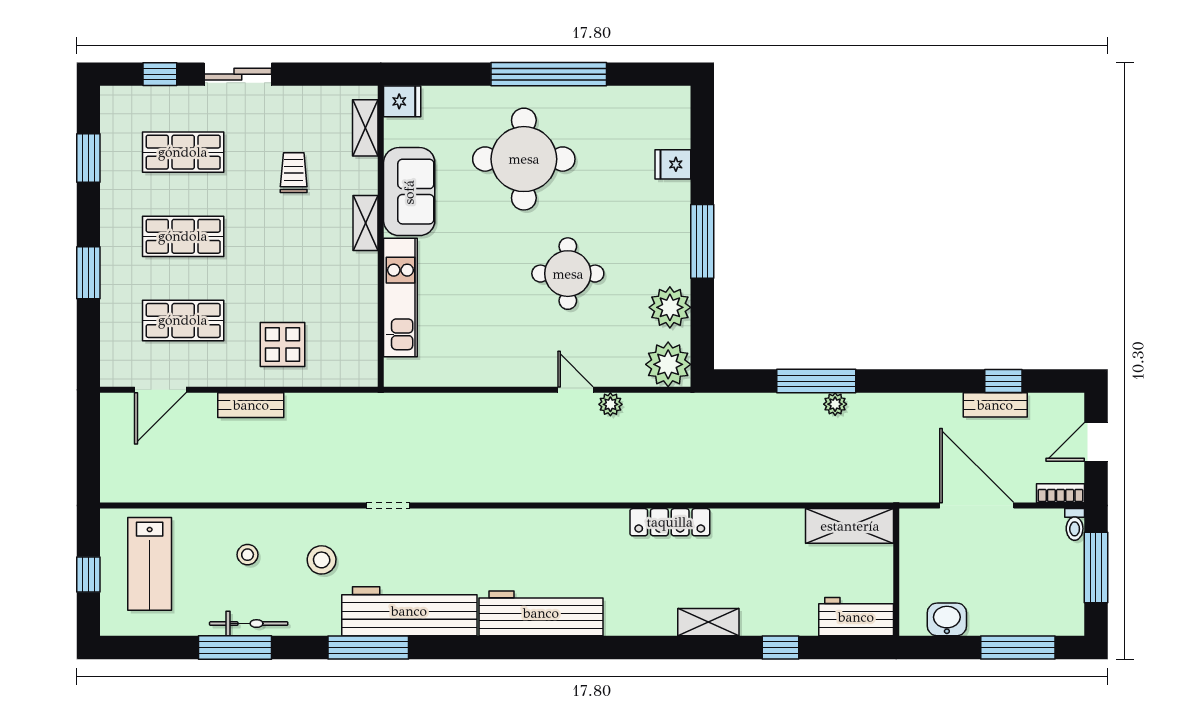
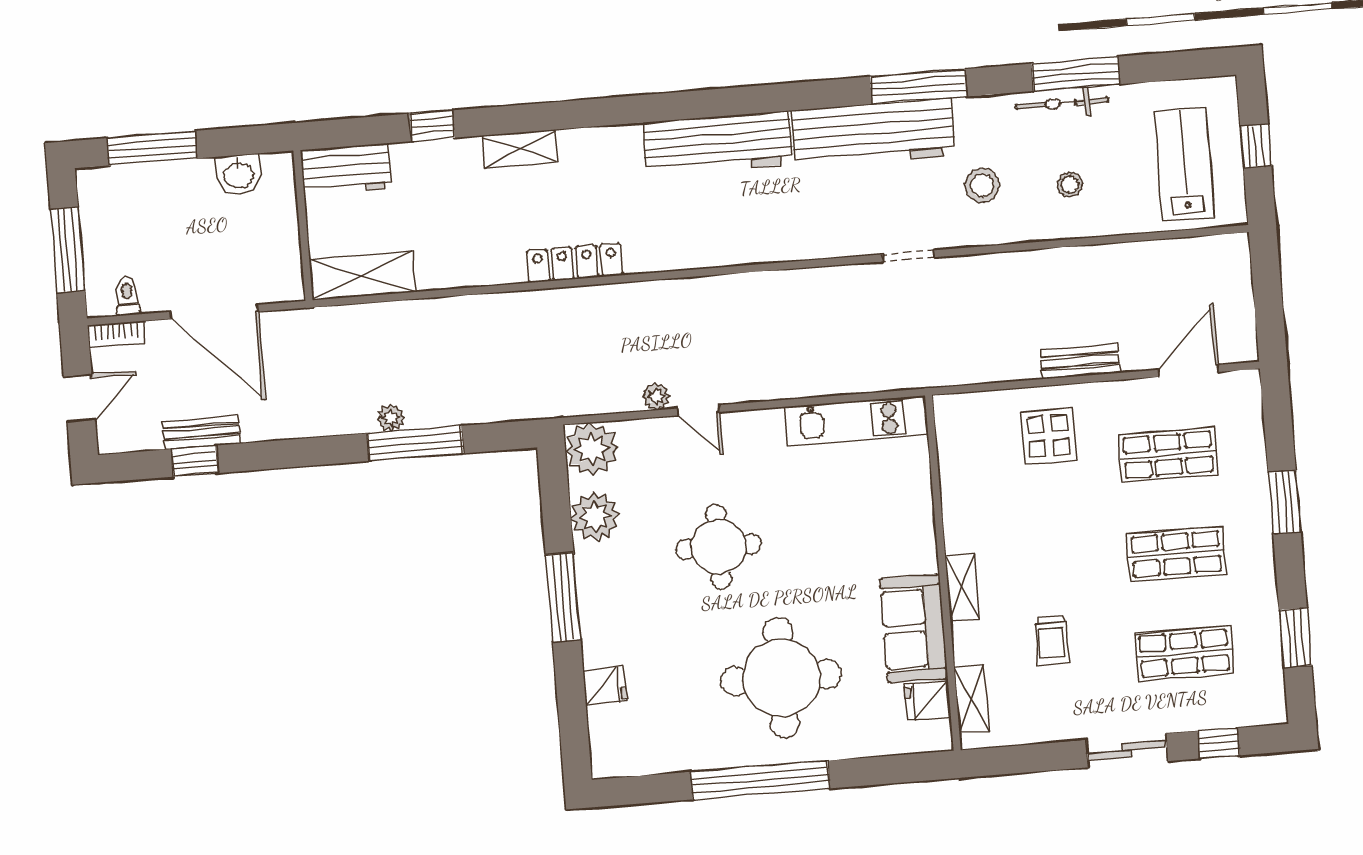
fridge: (402, 101) -> (928, 701), moved
kitchen unit: (400, 297) -> (857, 421), moved, turned -90
toilet: (1075, 524) -> (127, 296), moved

